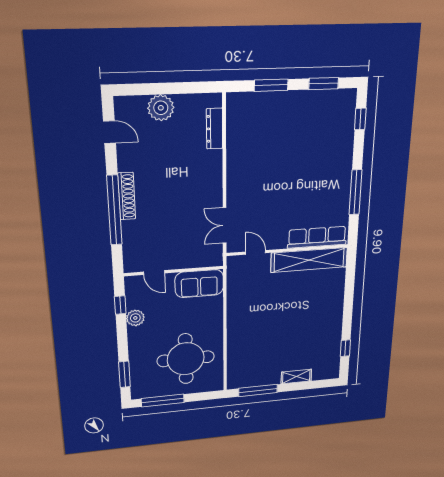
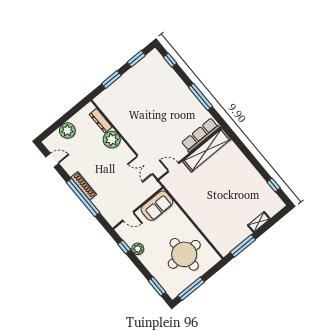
plant: (209, 164) -> (112, 140), added

